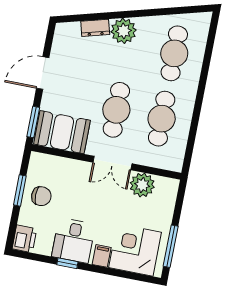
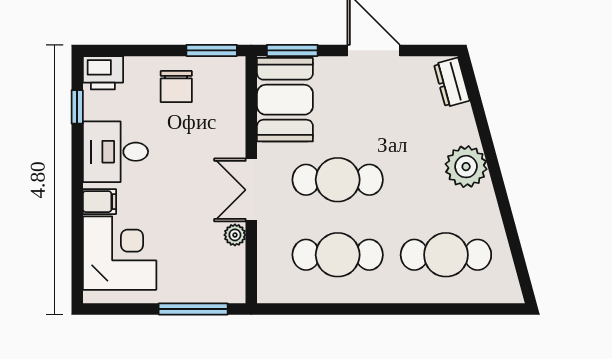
dresser: (95, 28) -> (452, 82), moved
plant: (142, 185) -> (235, 235), width x0.53, depth x0.53
window: (20, 190) -> (212, 50), moved
window: (171, 246) -> (193, 309), moved
window: (67, 263) -> (77, 107), moved

